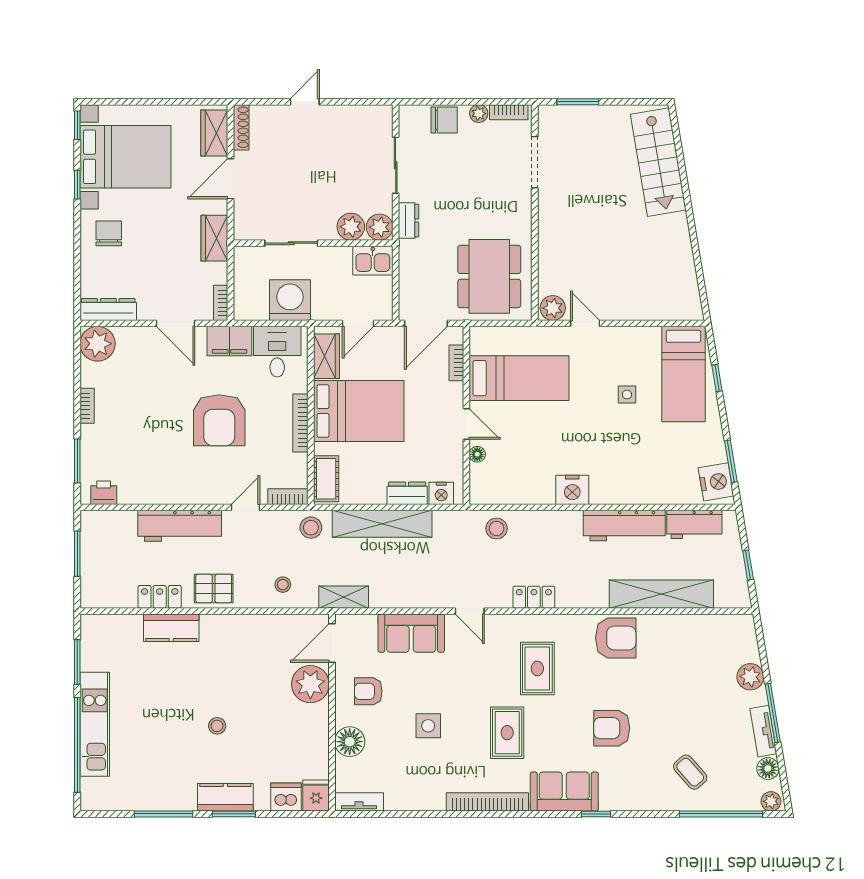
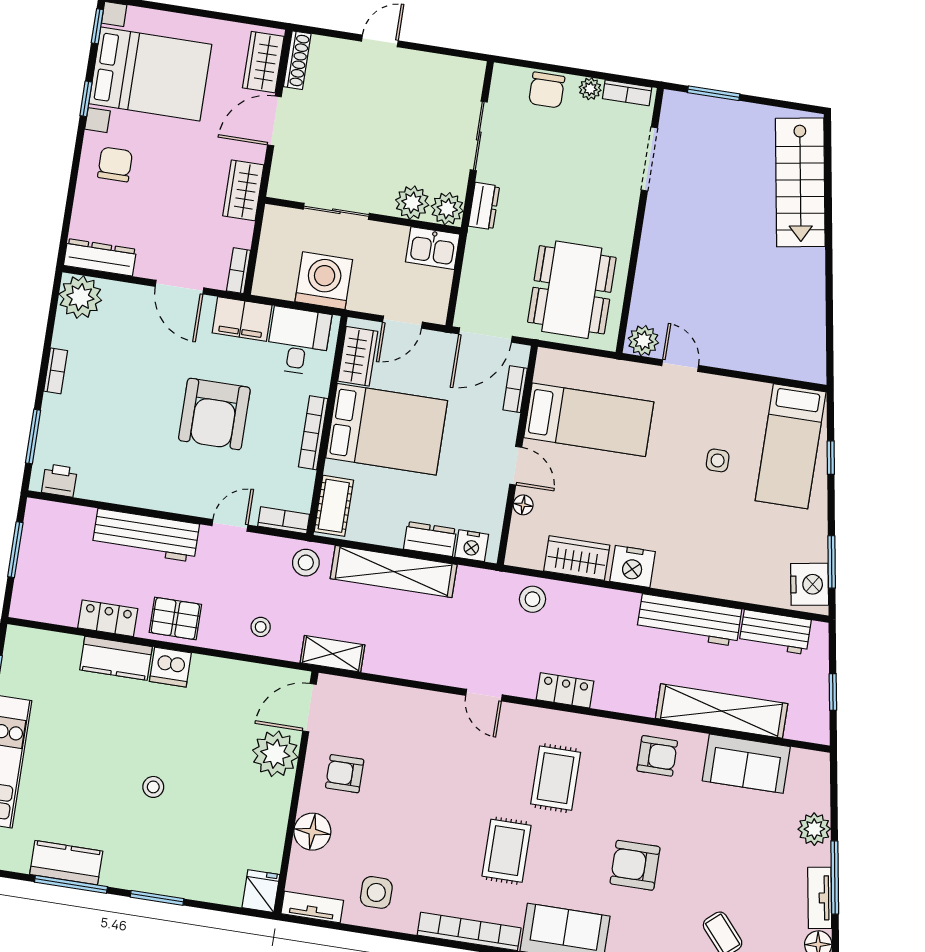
chair: (444, 120) -> (547, 90), turned 90
wardrobe: (527, 490) -> (577, 558), added
sofa: (411, 633) -> (746, 764), moved
armchair: (616, 638) -> (657, 756), width x0.72, depth x0.72
side table: (428, 726) -> (376, 892), moved
kitchen counter: (225, 797) -> (66, 863), moved
dishwasher: (286, 797) -> (170, 667), moved, turned 180

